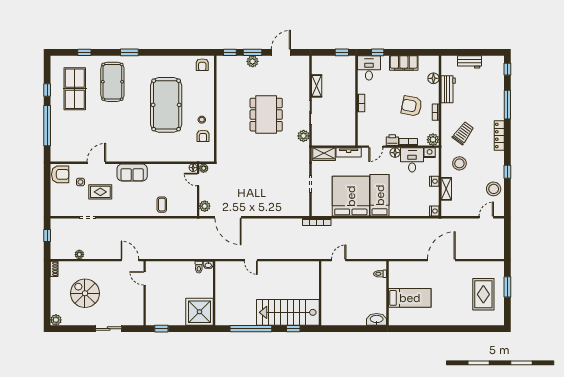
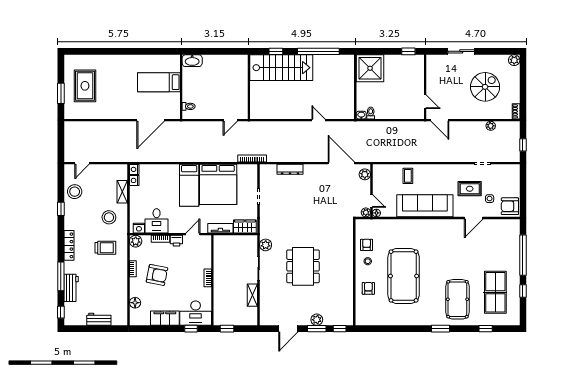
armchair: (202, 65) -> (368, 288), moved
desk: (369, 68) -> (196, 313), width x1.37
workbench: (448, 89) -> (71, 288), moved, turned 180
trolley: (463, 133) -> (105, 248), turned -126
floor lamp: (395, 153) -> (174, 228), removed
sofa: (132, 172) -> (425, 206), width x1.85, depth x1.27
nightstand: (434, 181) -> (134, 180), moved
dresser: (279, 211) -> (290, 169), added
door: (441, 260) -> (151, 120), moved
spiral stairs: (85, 293) -> (485, 87), turned -90

